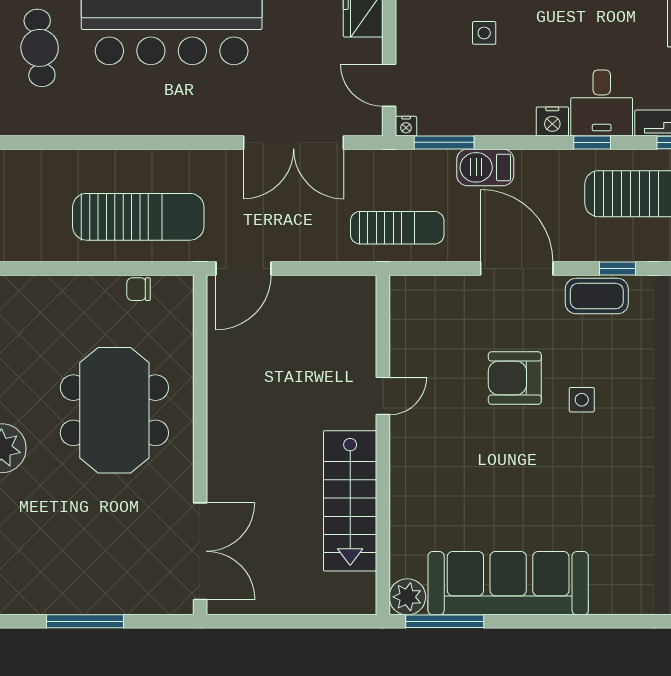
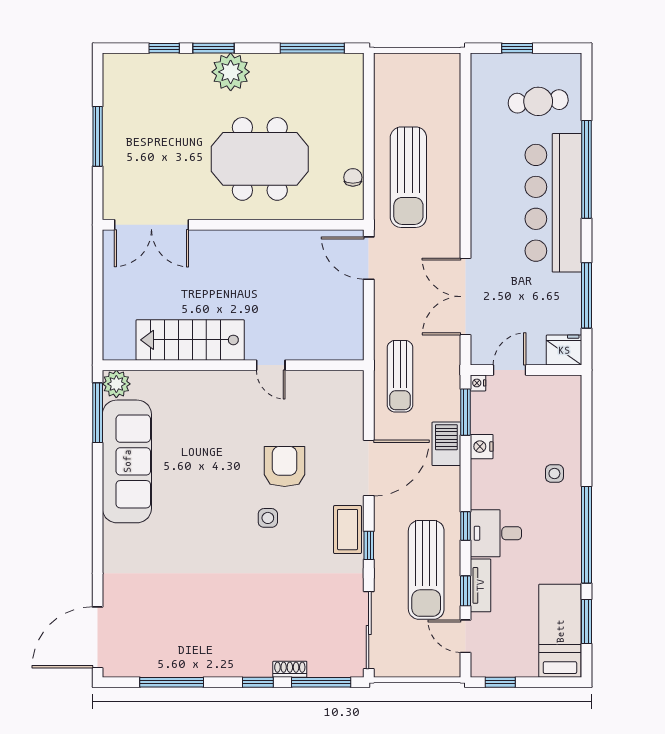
side table: (484, 33) -> (554, 473), moved
nightstand: (552, 122) -> (482, 447), moved

